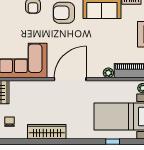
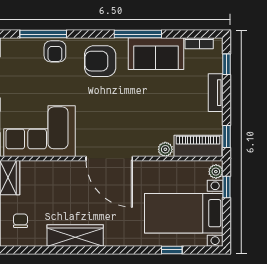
door: (70, 79) -> (109, 158), swing flipped

